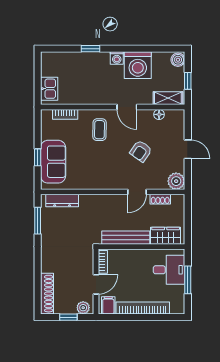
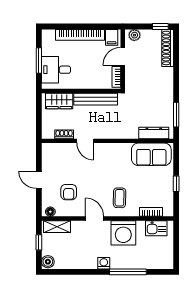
window: (90, 49) -> (128, 272), width x2.17
washing machine: (138, 65) -> (123, 233), moved, turned 180
kitchen sink: (49, 89) -> (156, 228), moved, turned -90
floor lamp: (159, 114) -> (50, 212), moved
armchair: (141, 151) -> (69, 192), moved, turned 145
window: (38, 157) -> (176, 184), moved
sofa: (53, 162) -> (151, 154), moved, turned -90
plant: (176, 181) -> (49, 151), removed
door: (137, 192) -> (85, 141), swing flipped
window: (68, 317) -> (160, 26), moved

